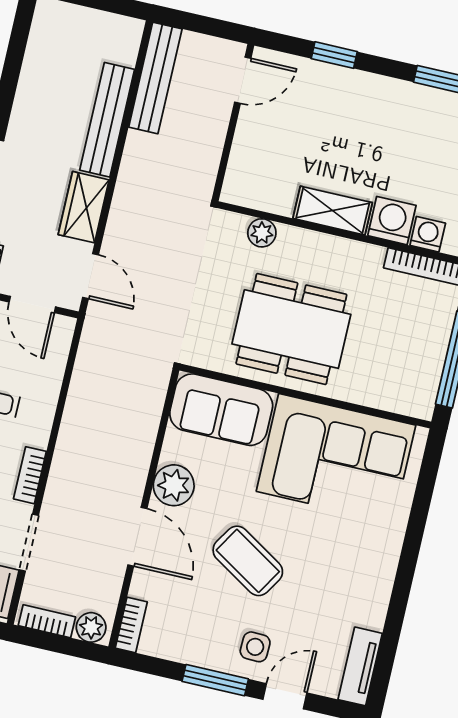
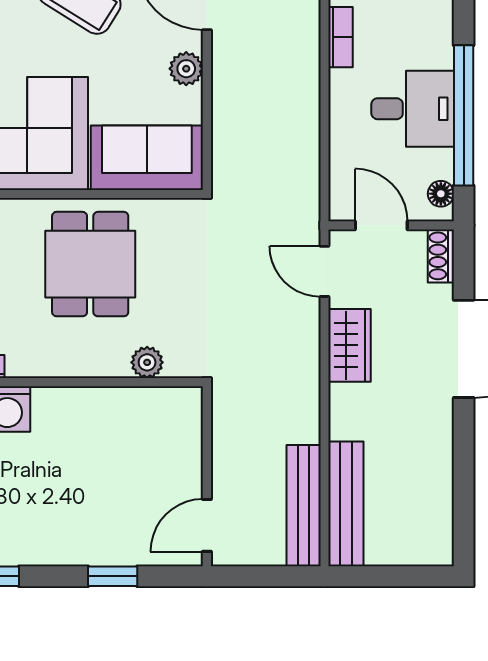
bench: (107, 120) -> (346, 504), moved
shelving: (333, 211) -> (75, 405), removed
dining table: (291, 329) -> (90, 264), width x0.73
plant: (174, 485) -> (186, 69), width x0.73, depth x0.73

